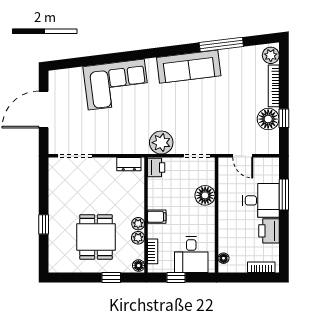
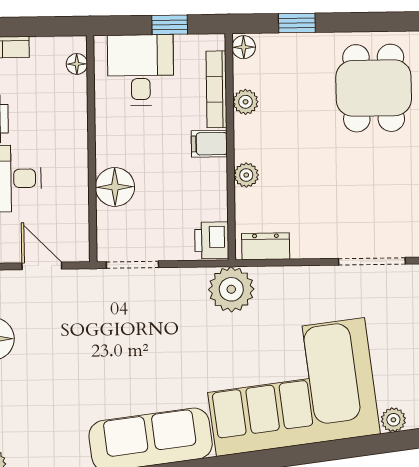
plant: (65, 75) -> (393, 420), added
corner sofa: (116, 85) -> (290, 387), width x1.36, depth x1.36
plant: (161, 143) -> (231, 289), moved
plant: (138, 224) -> (246, 175), moved
dining table: (96, 237) -> (374, 88), moved
bookcase: (153, 251) -> (216, 89), width x1.56

